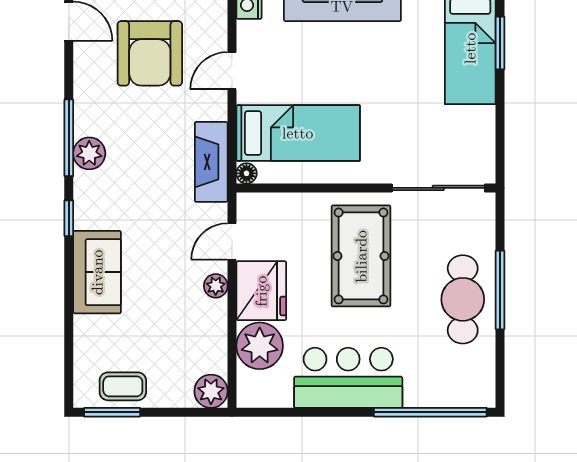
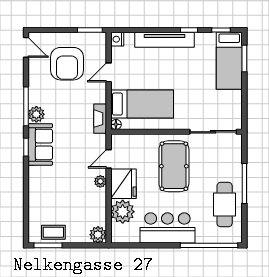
fireplace: (211, 162) -> (100, 119), width x0.73, depth x0.76
sofa: (97, 272) -> (40, 144), moved
cafe table: (463, 299) -> (225, 205), moved

